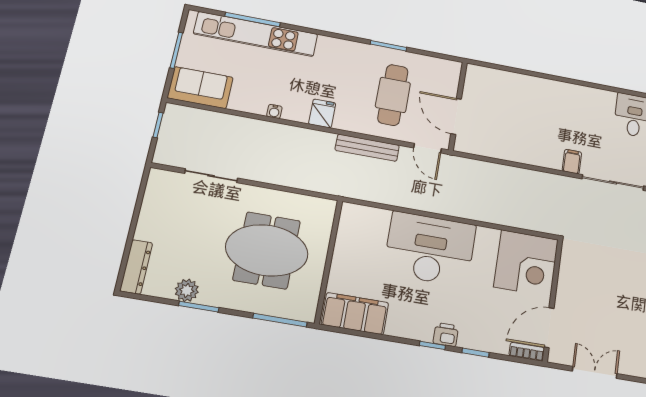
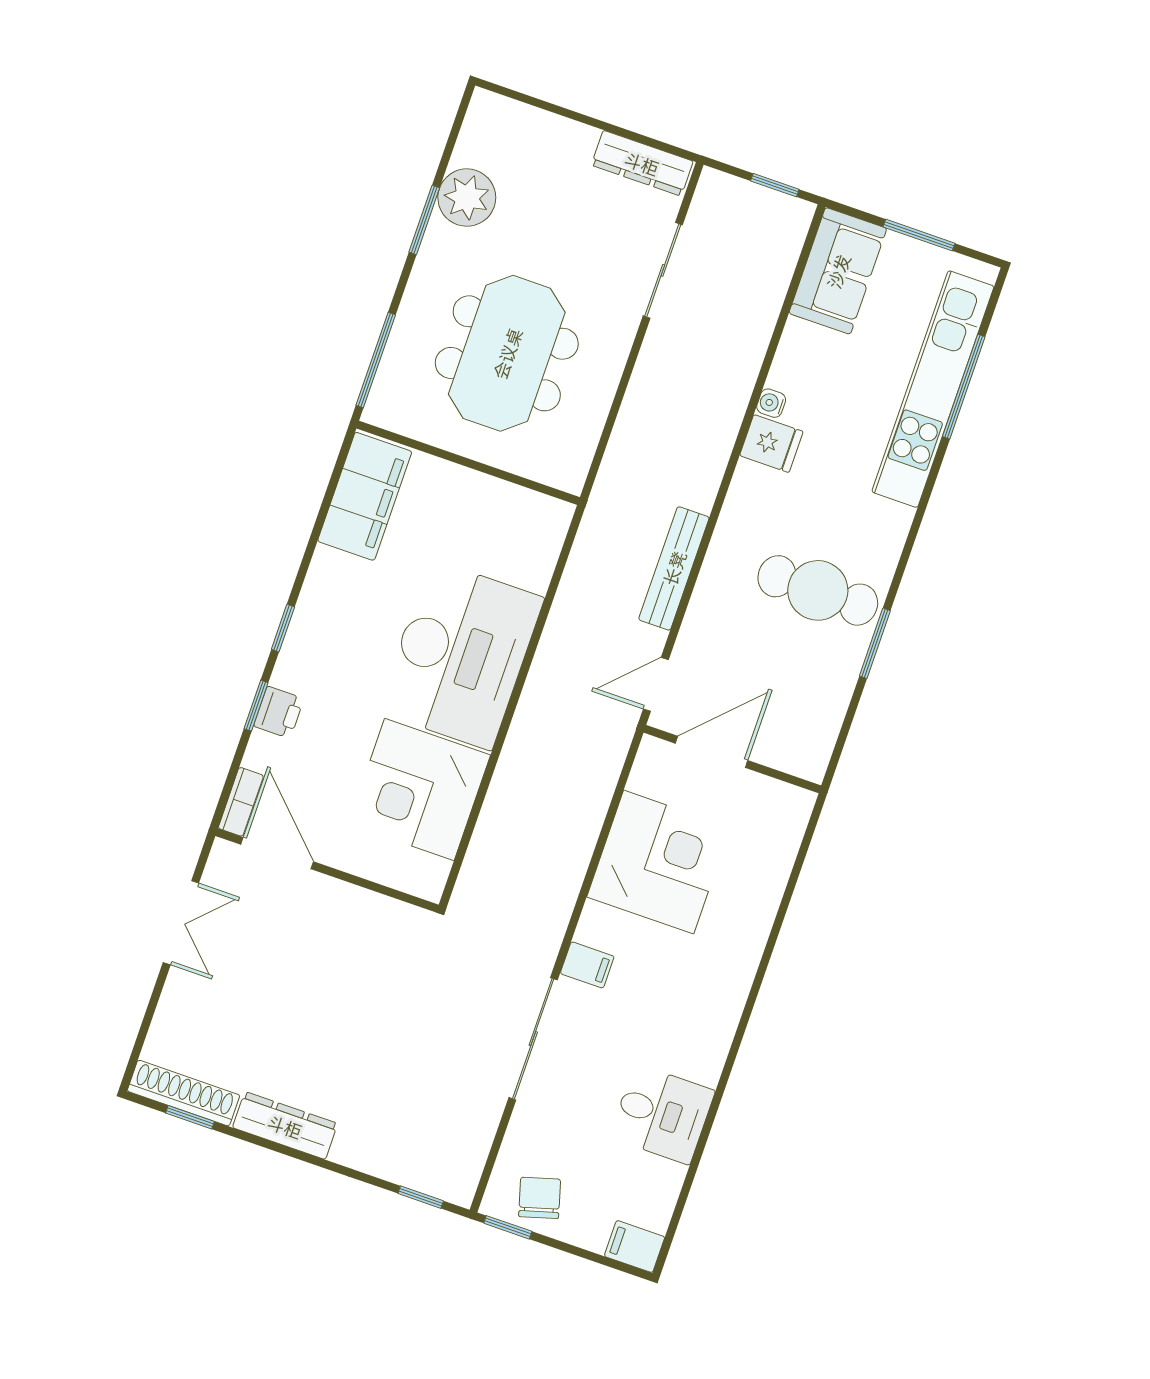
cafe table: (393, 95) -> (818, 590), moved
fridge: (322, 114) -> (771, 444), moved
corner desk: (515, 134) -> (659, 862), added
corner desk: (526, 263) -> (419, 789), moved
dresser: (136, 267) -> (642, 163), moved
plant: (187, 290) -> (467, 198), width x1.36, depth x1.36
printer: (446, 335) -> (279, 712), moved

